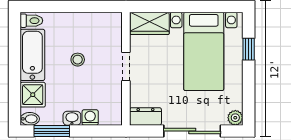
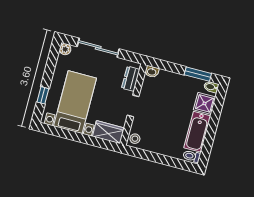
stool: (78, 60) -> (135, 139), moved
dresser: (145, 116) -> (131, 79), moved, turned 90
washing machine: (90, 117) -> (168, 77), removed
washbasin: (72, 118) -> (152, 72), moved

